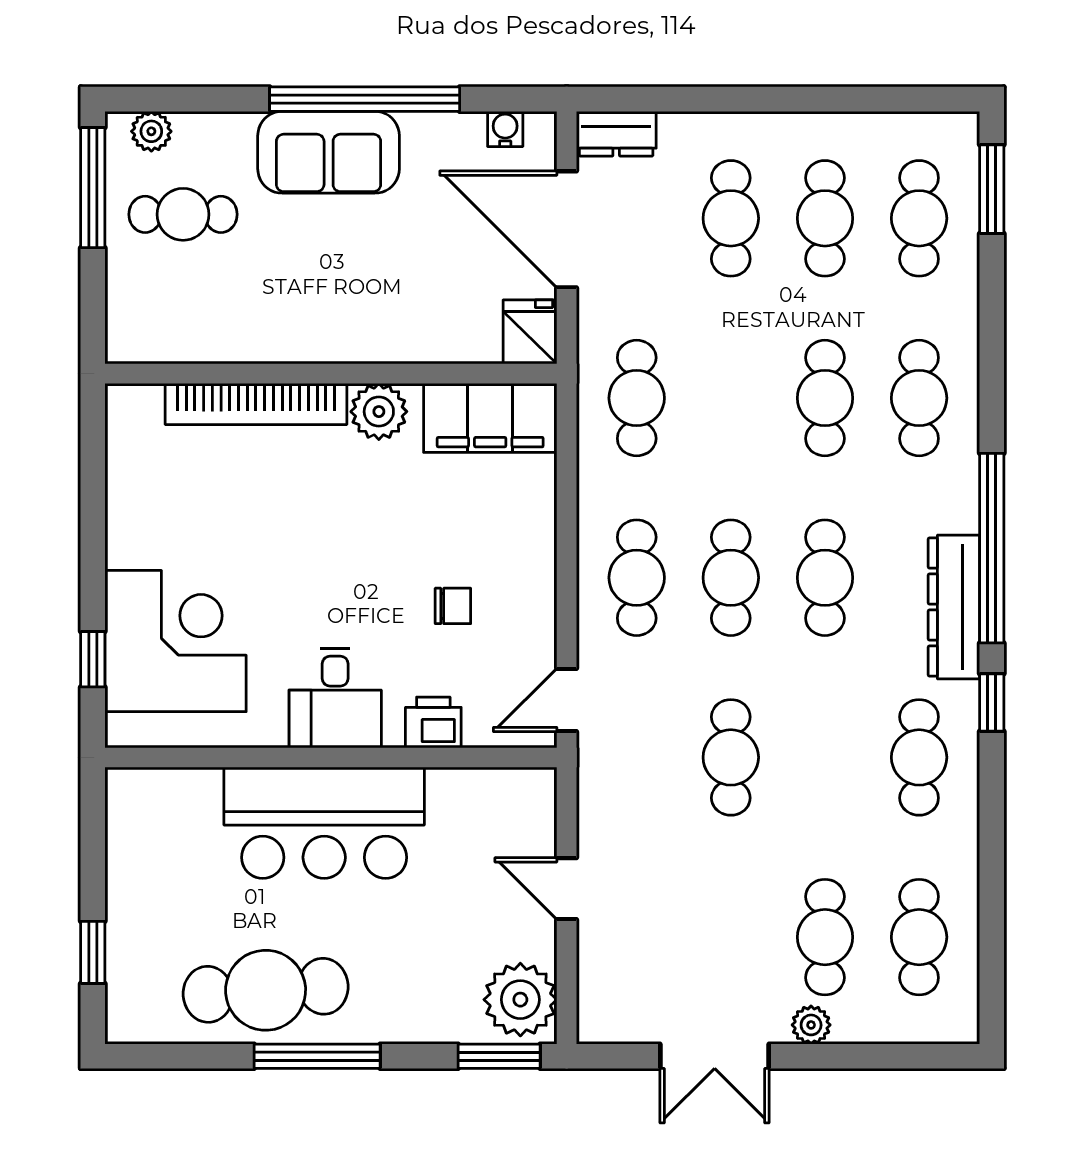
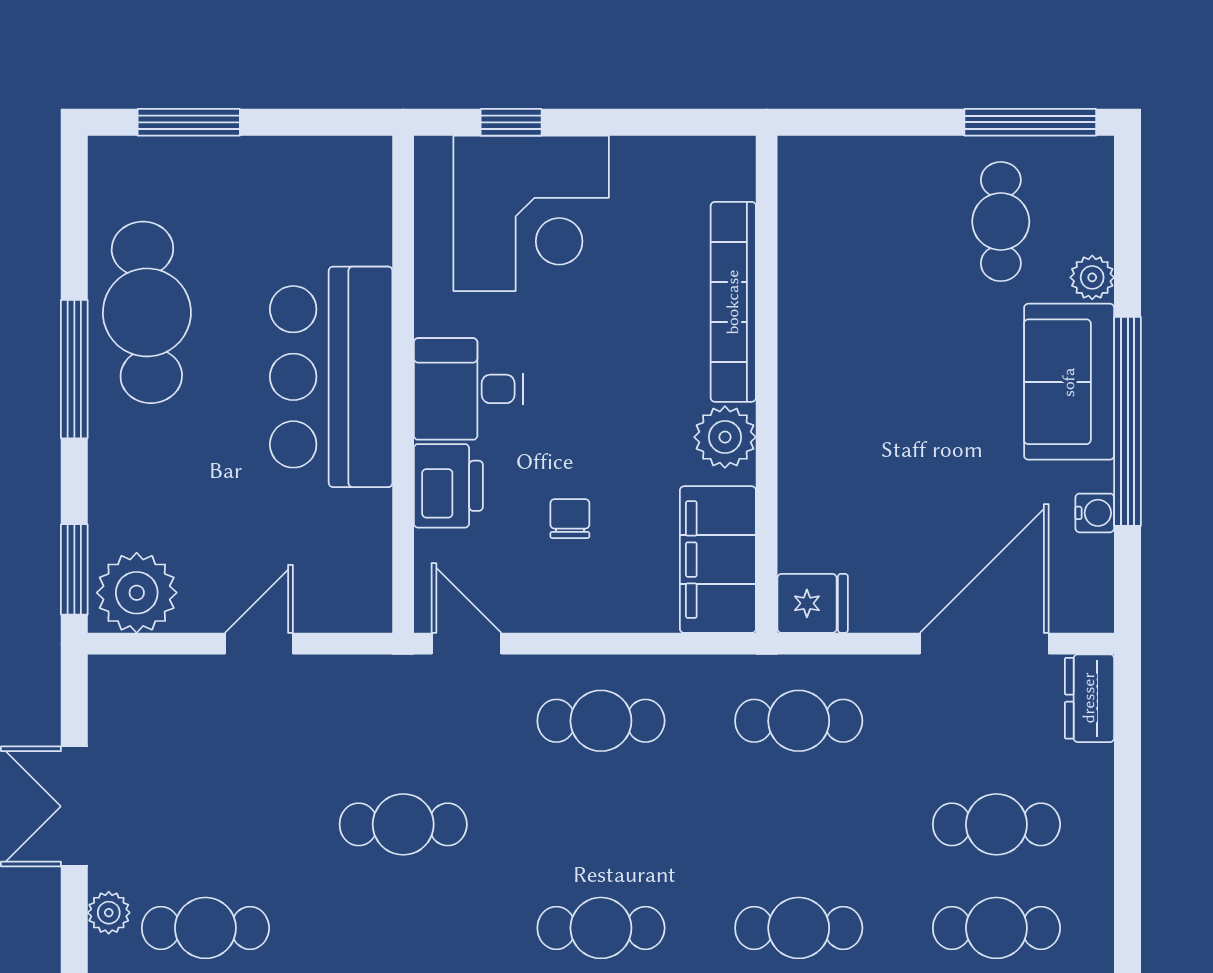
water cooler: (505, 129) -> (1095, 513), moved
plant: (151, 131) -> (1092, 277), moved
fridge: (530, 332) -> (813, 603), moved
wall: (331, 374) -> (767, 384), moved
bookcase: (256, 404) -> (733, 302), moved
plant: (379, 412) -> (725, 437), moved
filing cabinet: (490, 418) -> (718, 560), moved
cafe table: (731, 578) -> (601, 824), removed
chair: (453, 606) -> (570, 519), turned 180
printer: (433, 722) -> (448, 486), width x1.36, depth x1.24
window: (93, 952) -> (189, 122), width x1.50

